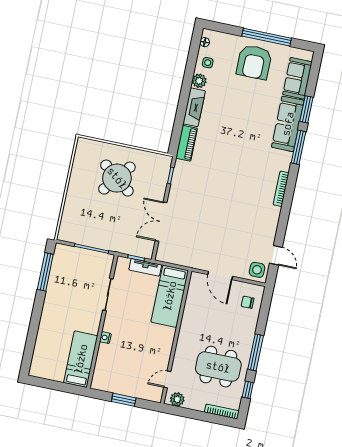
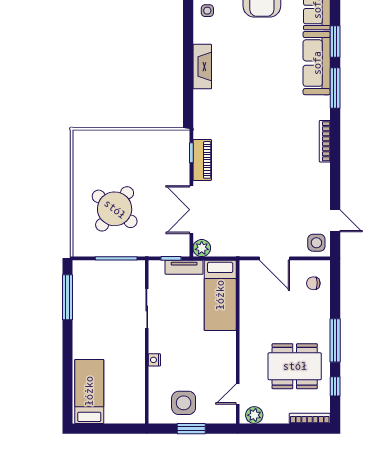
plant: (199, 81) -> (202, 248), moved
piano: (187, 143) -> (202, 160), moved
round table: (117, 178) -> (115, 209), moved
bed: (81, 359) -> (89, 391), moved
side table: (122, 377) -> (184, 403), added

